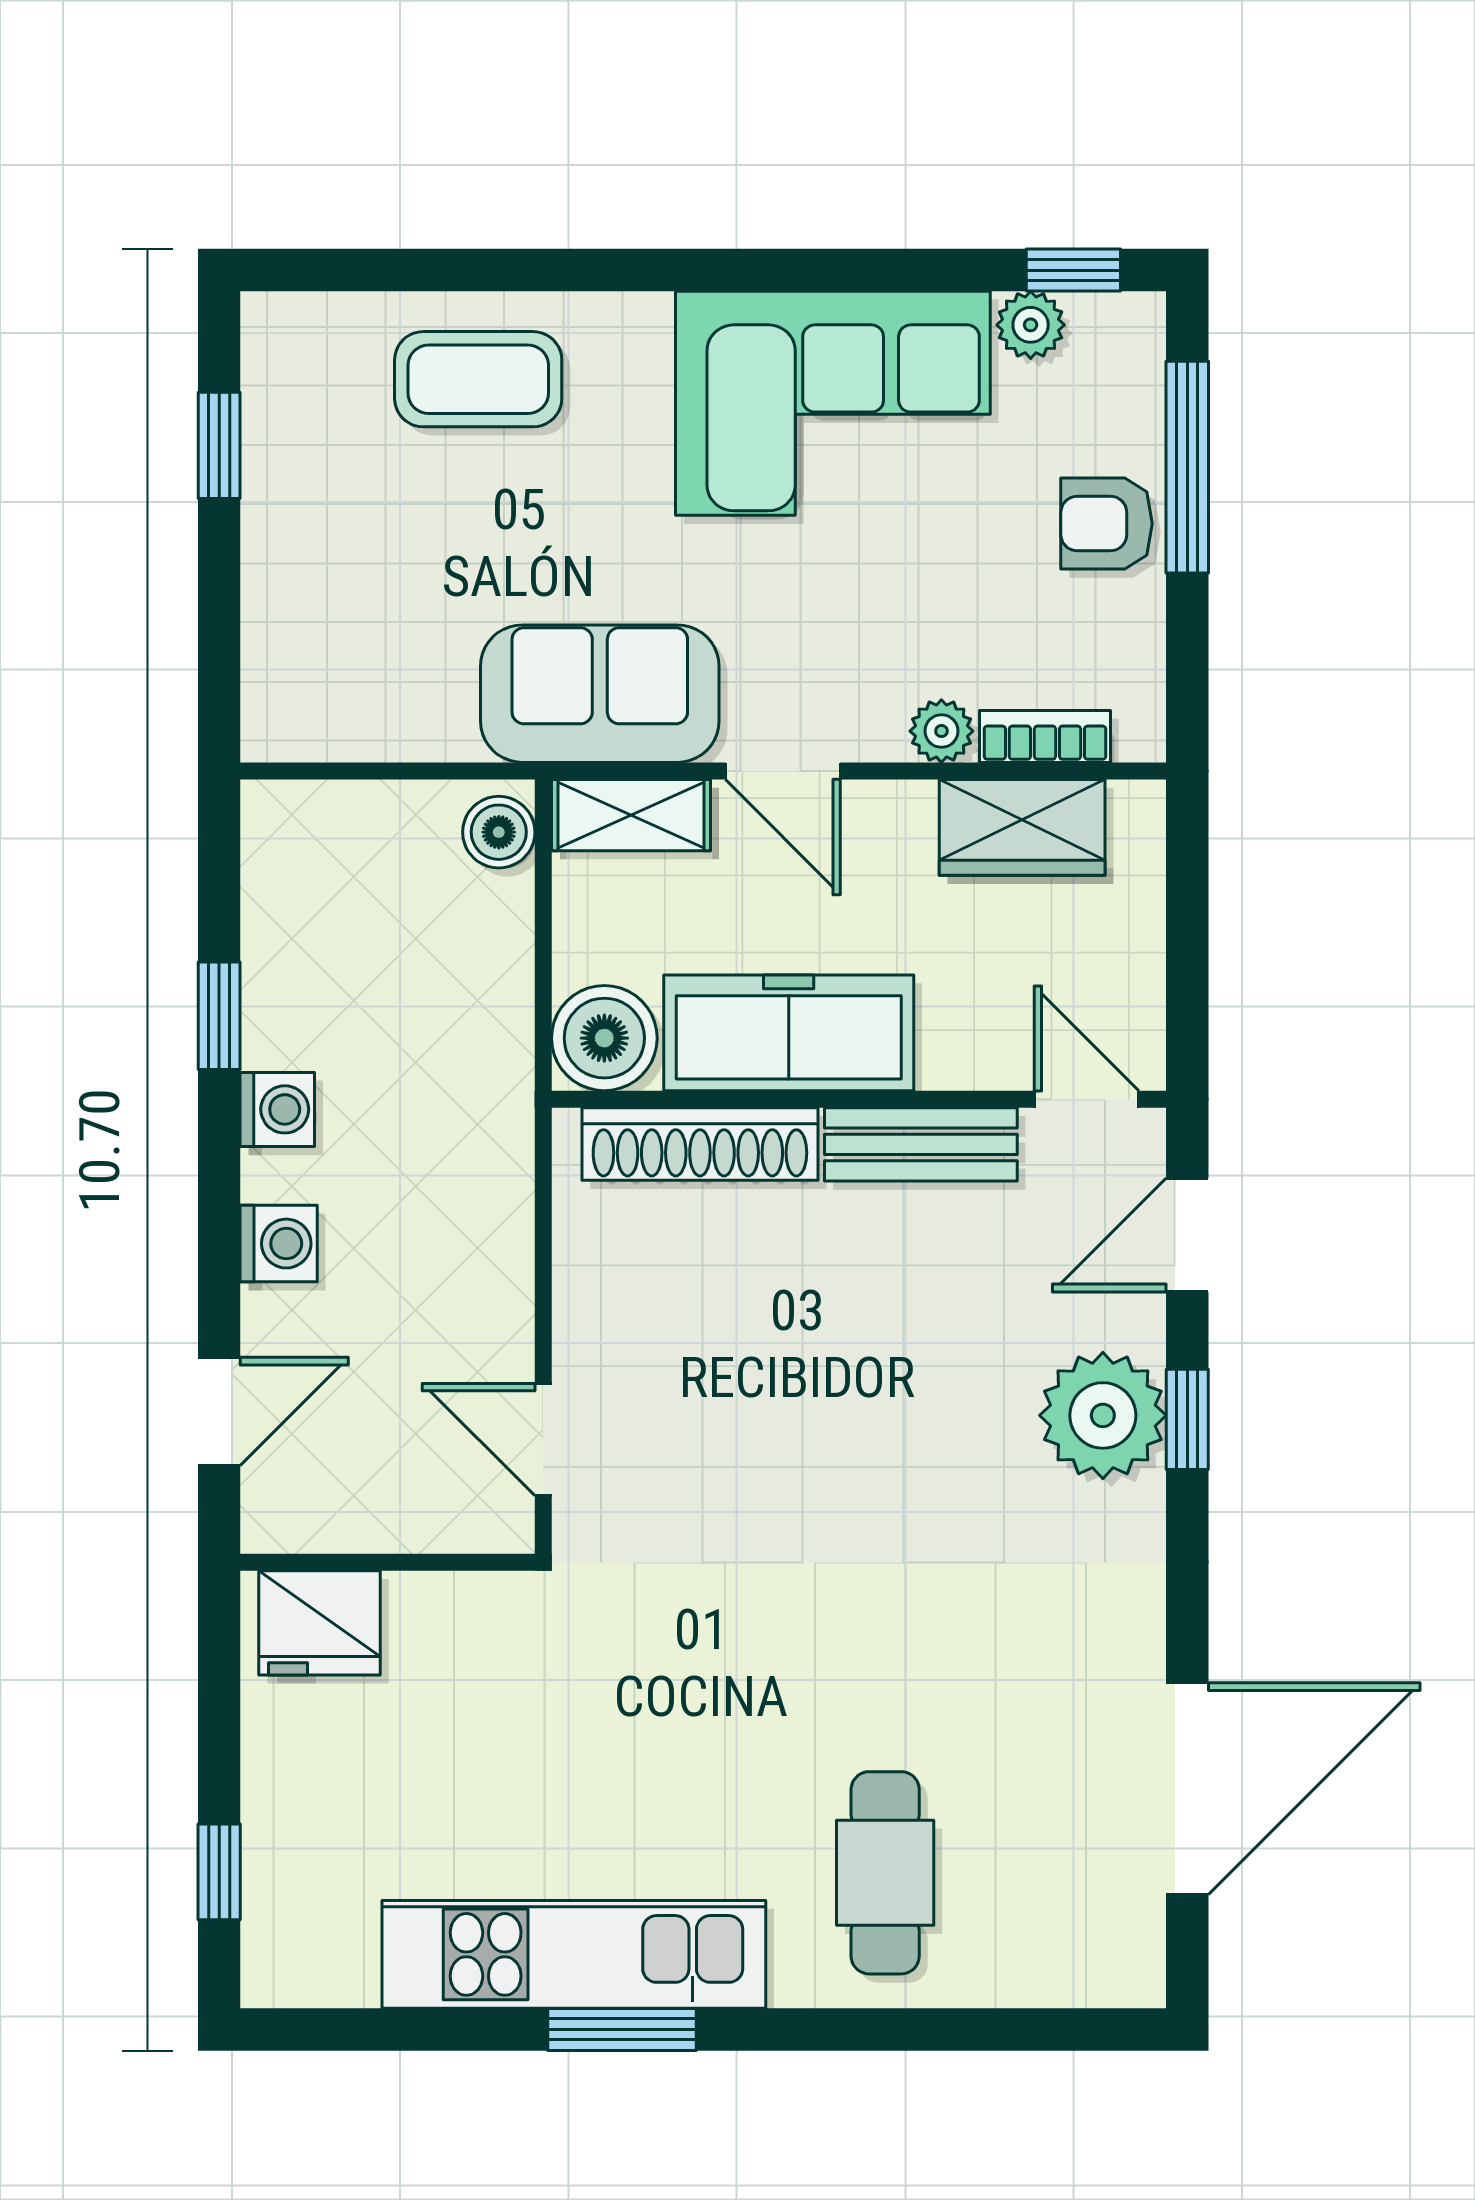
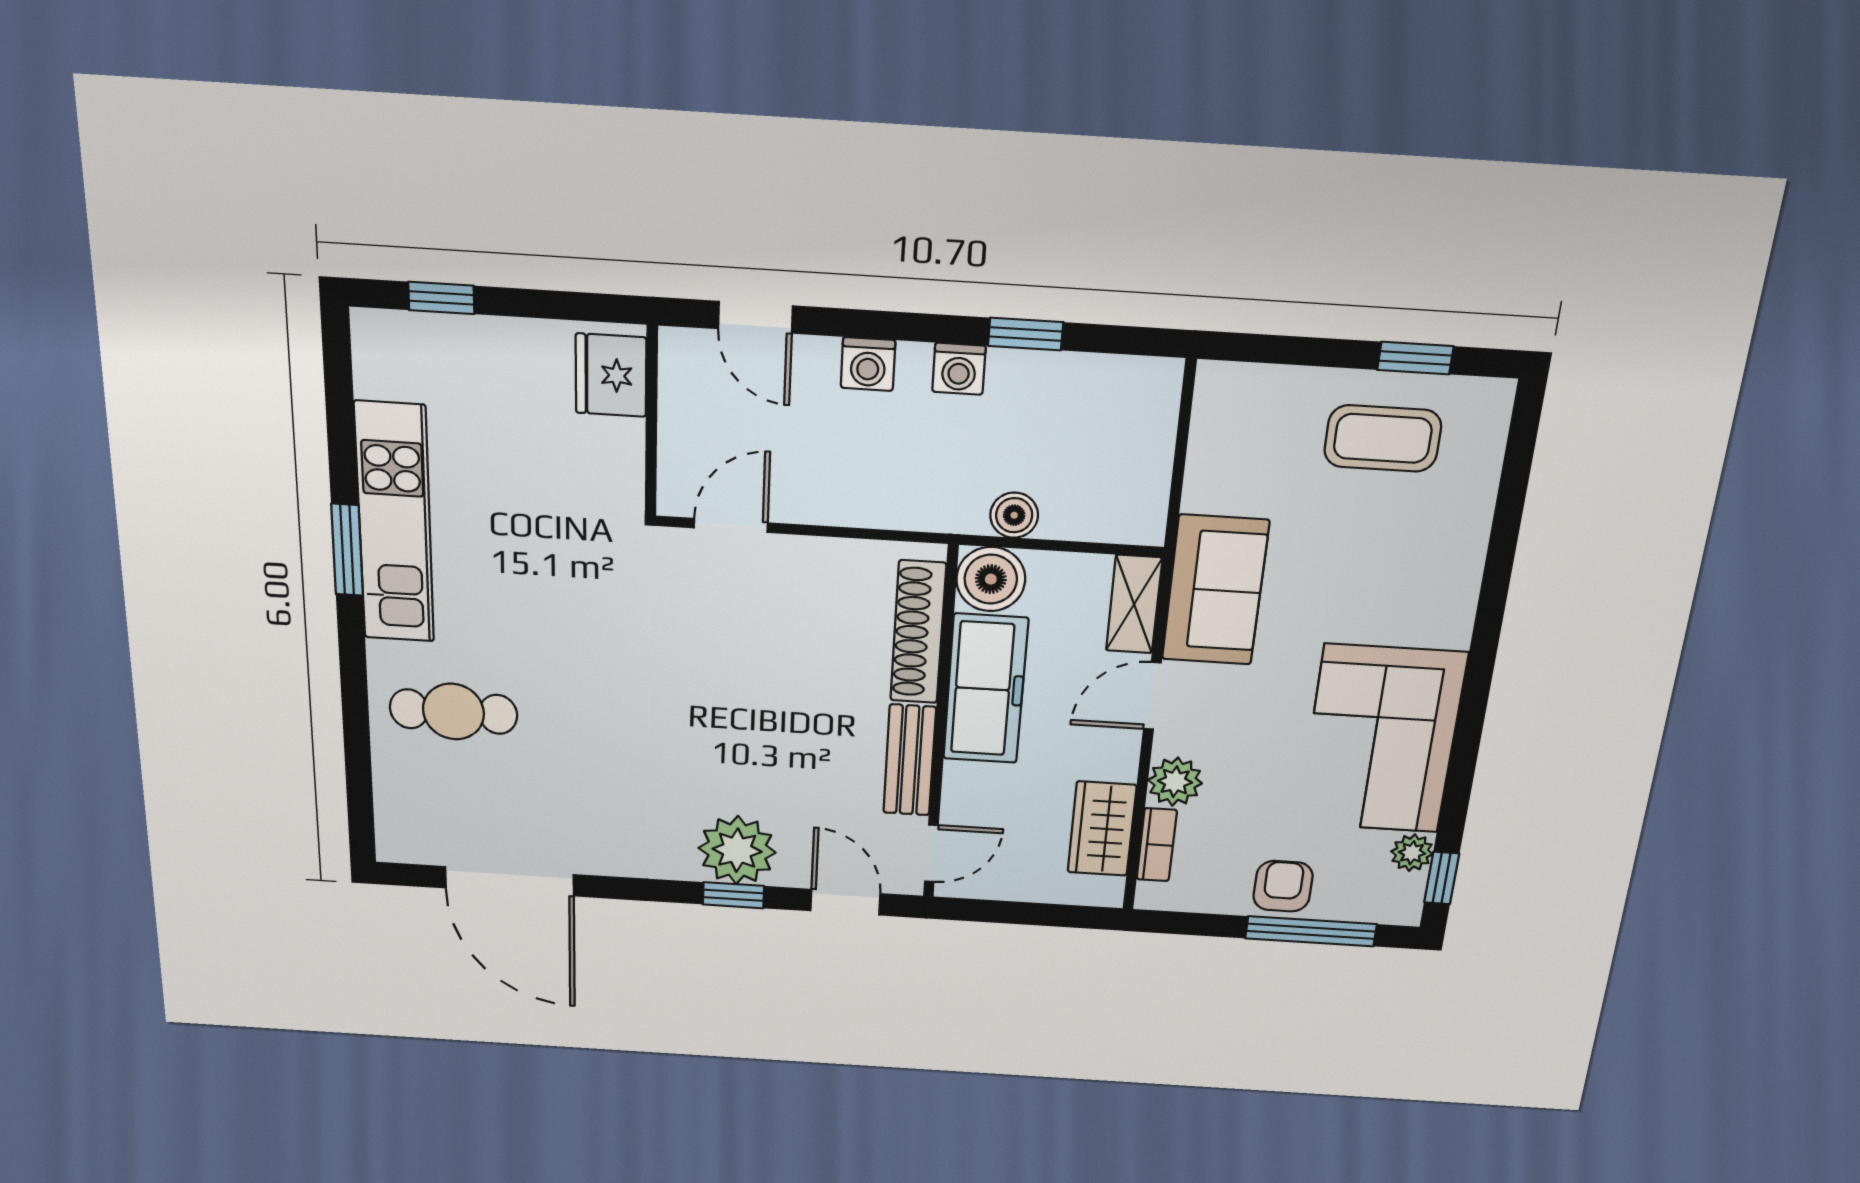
coffee table: (478, 379) -> (1383, 438), moved, turned 90
plant: (941, 731) -> (1175, 782), width x1.38, depth x1.38
boiler: (499, 832) -> (1014, 515), moved

